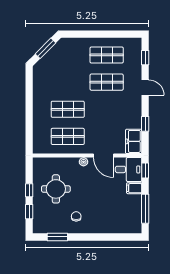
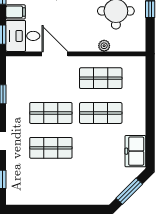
shop shelf: (107, 55) -> (51, 113), moved
freezer: (134, 141) -> (135, 151), moved, turned 180
plant: (84, 162) -> (104, 46), moved

